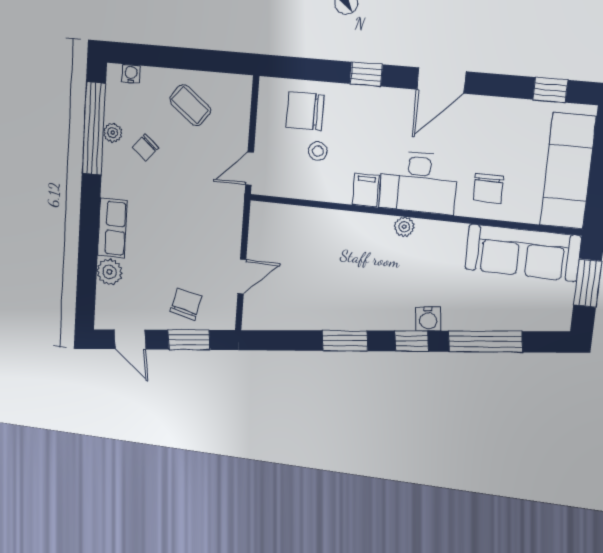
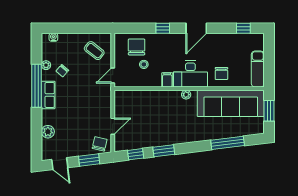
coffee table: (190, 105) -> (94, 51), moved
chair: (305, 111) -> (137, 47), turned 90
window: (94, 129) -> (37, 86), moved
exam couch: (568, 171) -> (258, 69), width x0.73, depth x0.69
row of seats: (112, 228) -> (48, 95), moved
sofa: (523, 253) -> (231, 103), width x1.36, depth x1.27
chair: (186, 304) -> (100, 144), moved
water cooler: (428, 319) -> (201, 136), removed
window: (412, 341) -> (136, 154), moved

